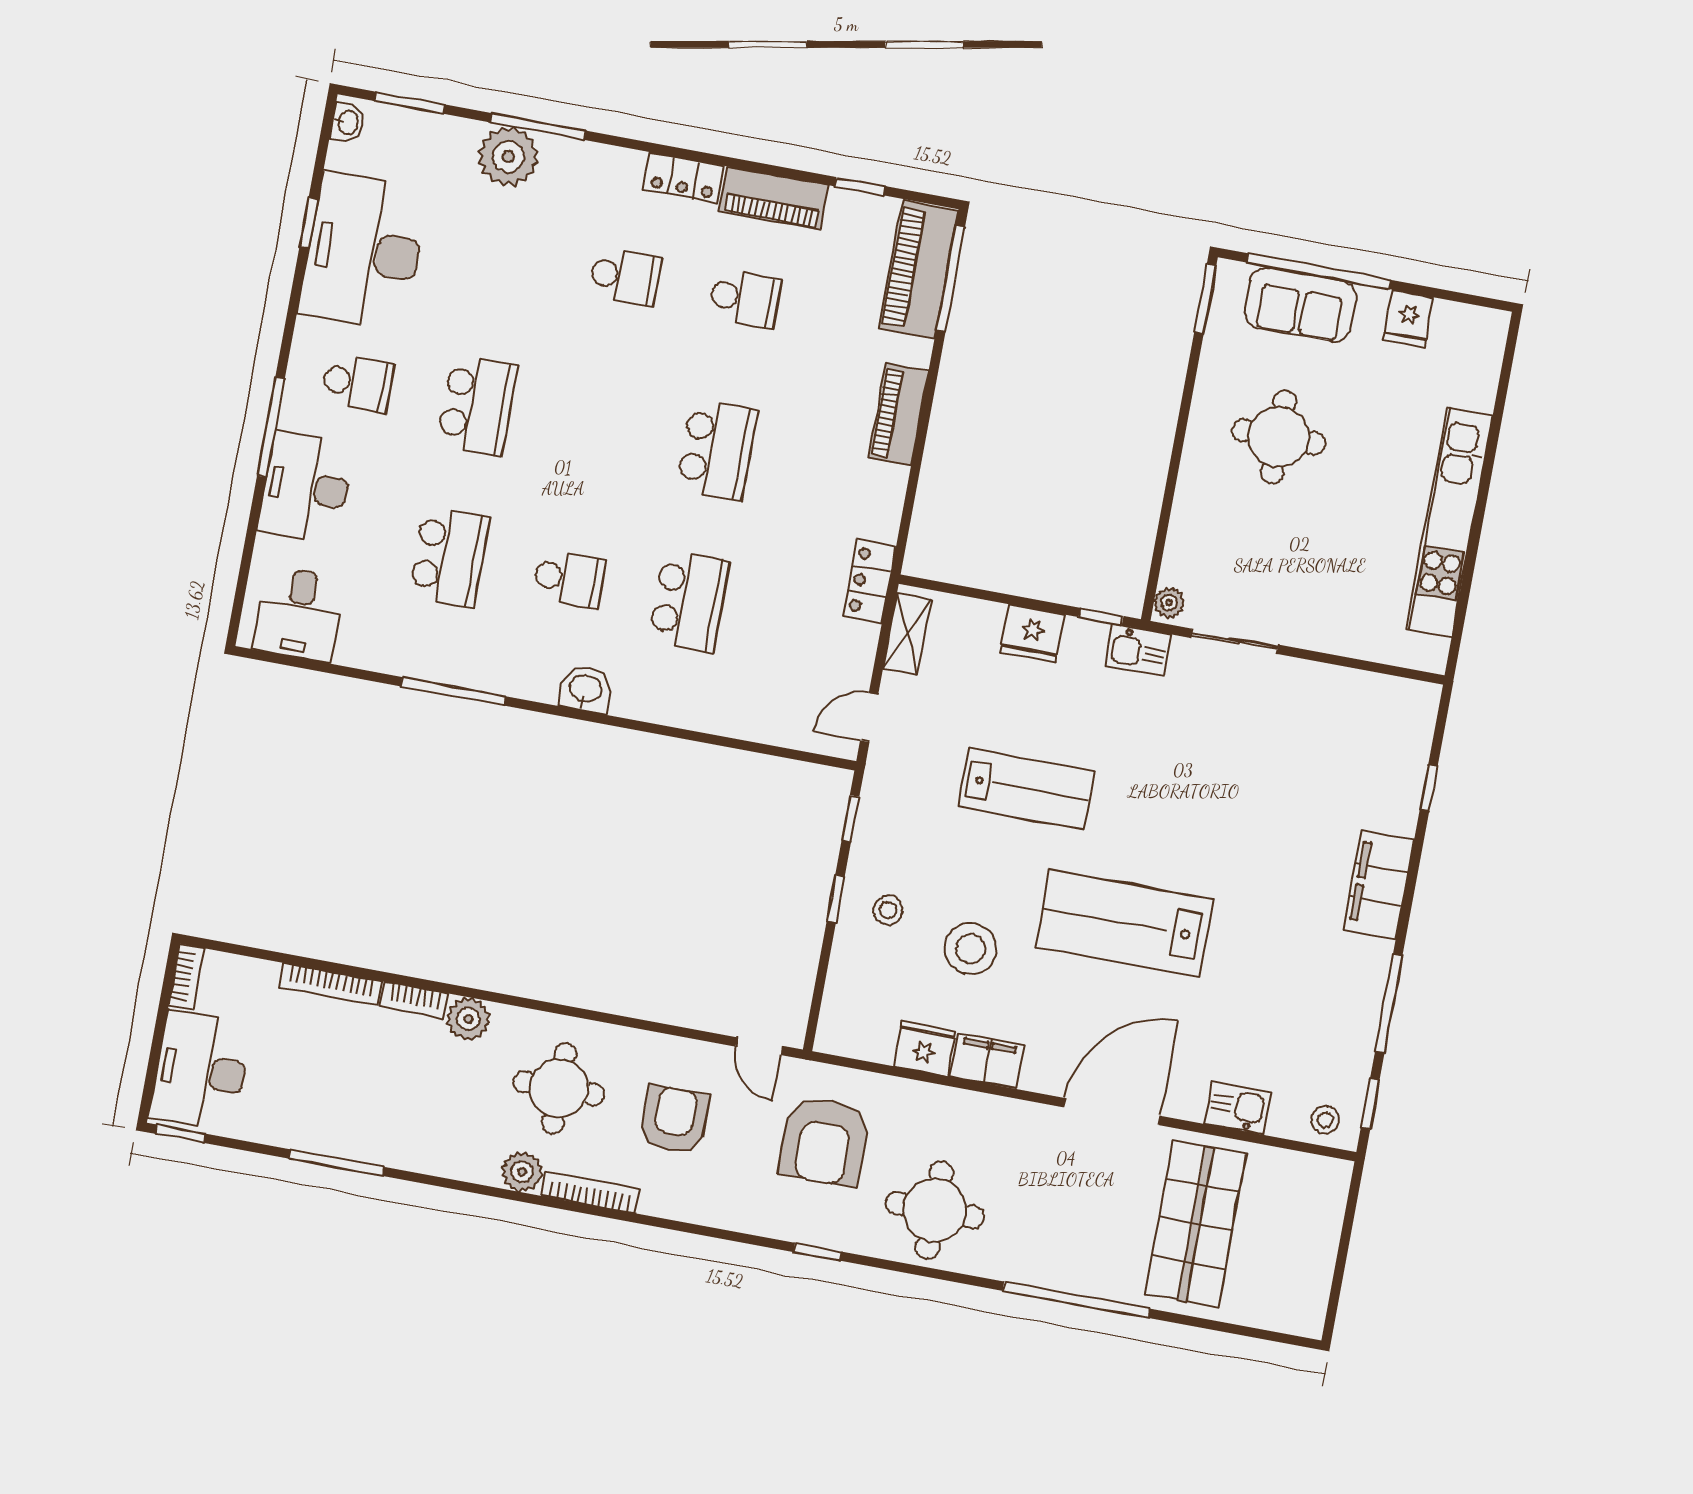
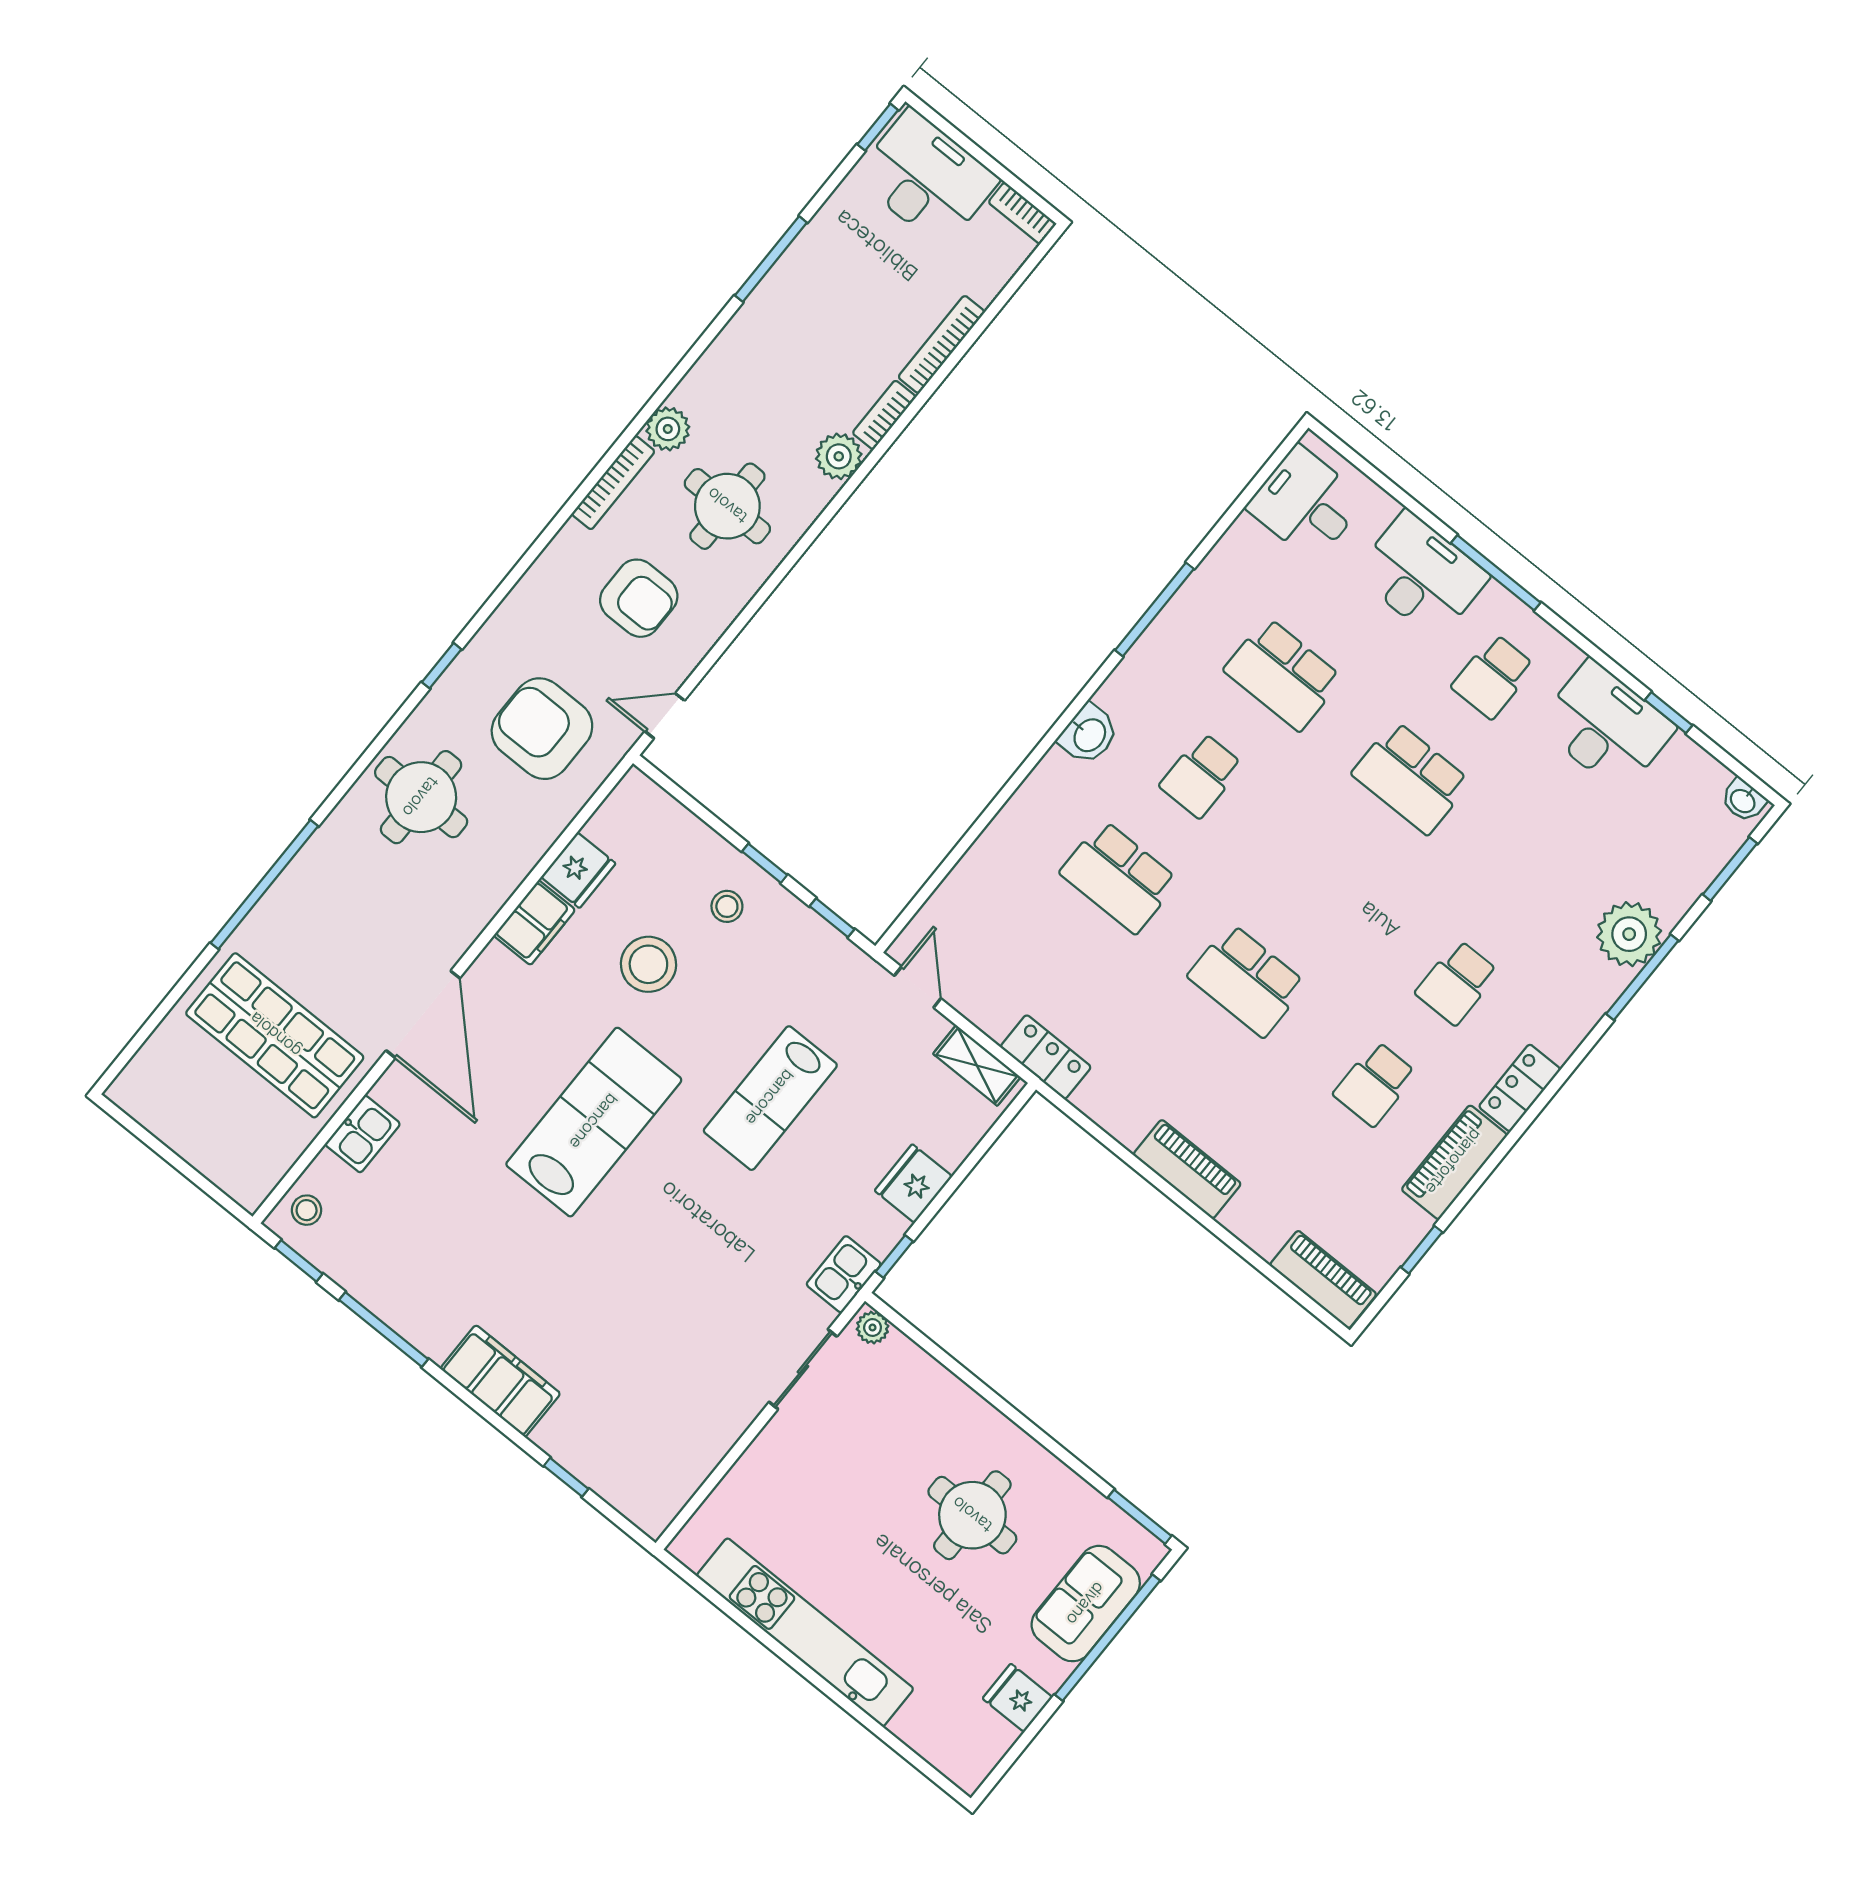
desk: (364, 251) -> (1606, 726), width x0.73, depth x0.77
piano: (919, 270) -> (1323, 1280), width x0.73, depth x0.75
window: (950, 279) -> (1288, 1287), removed

